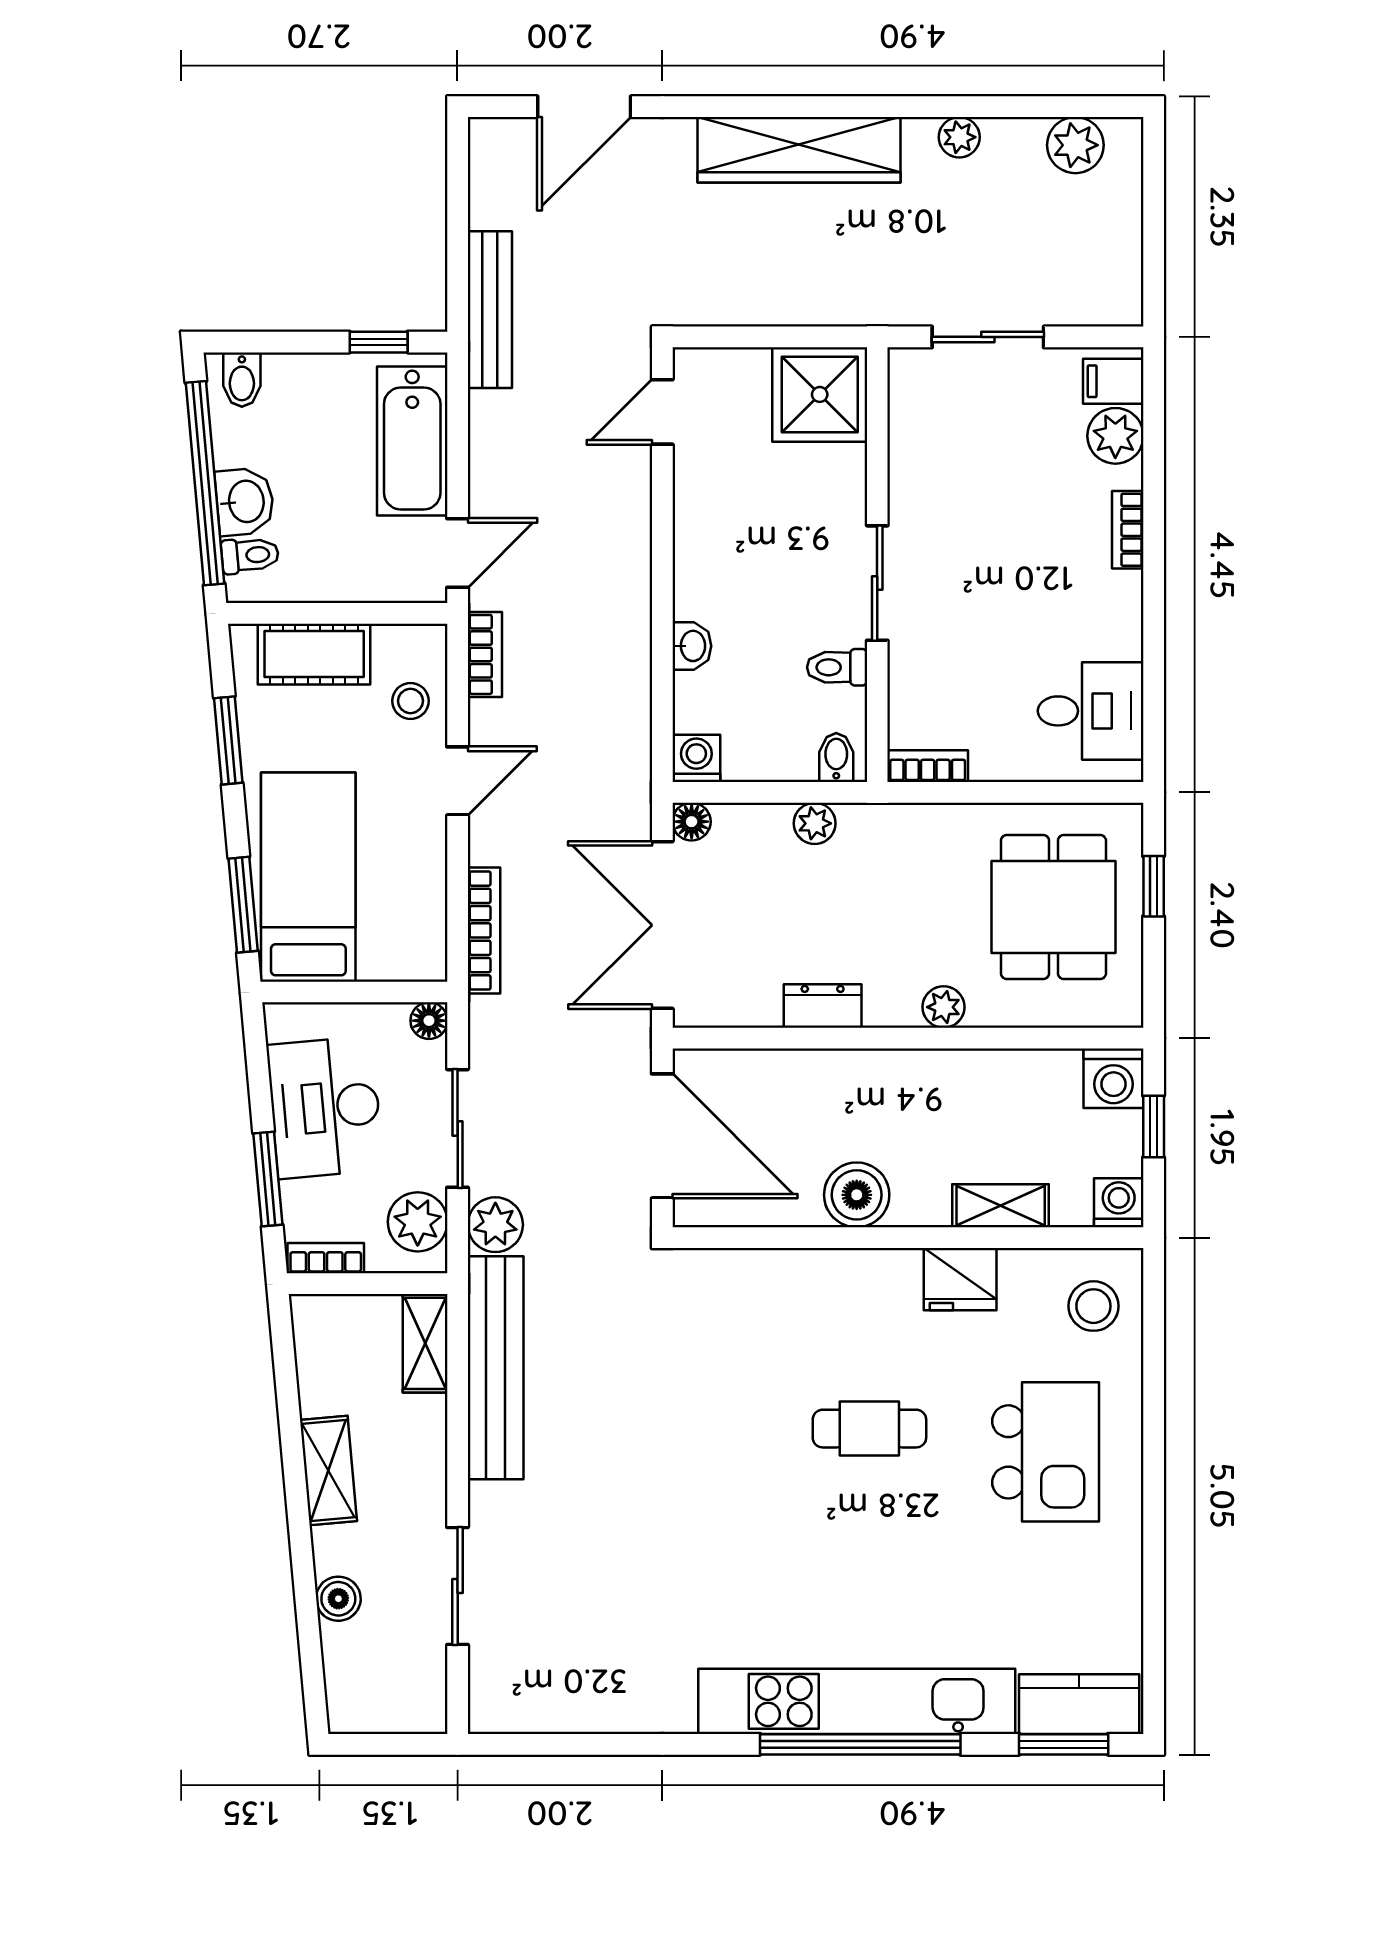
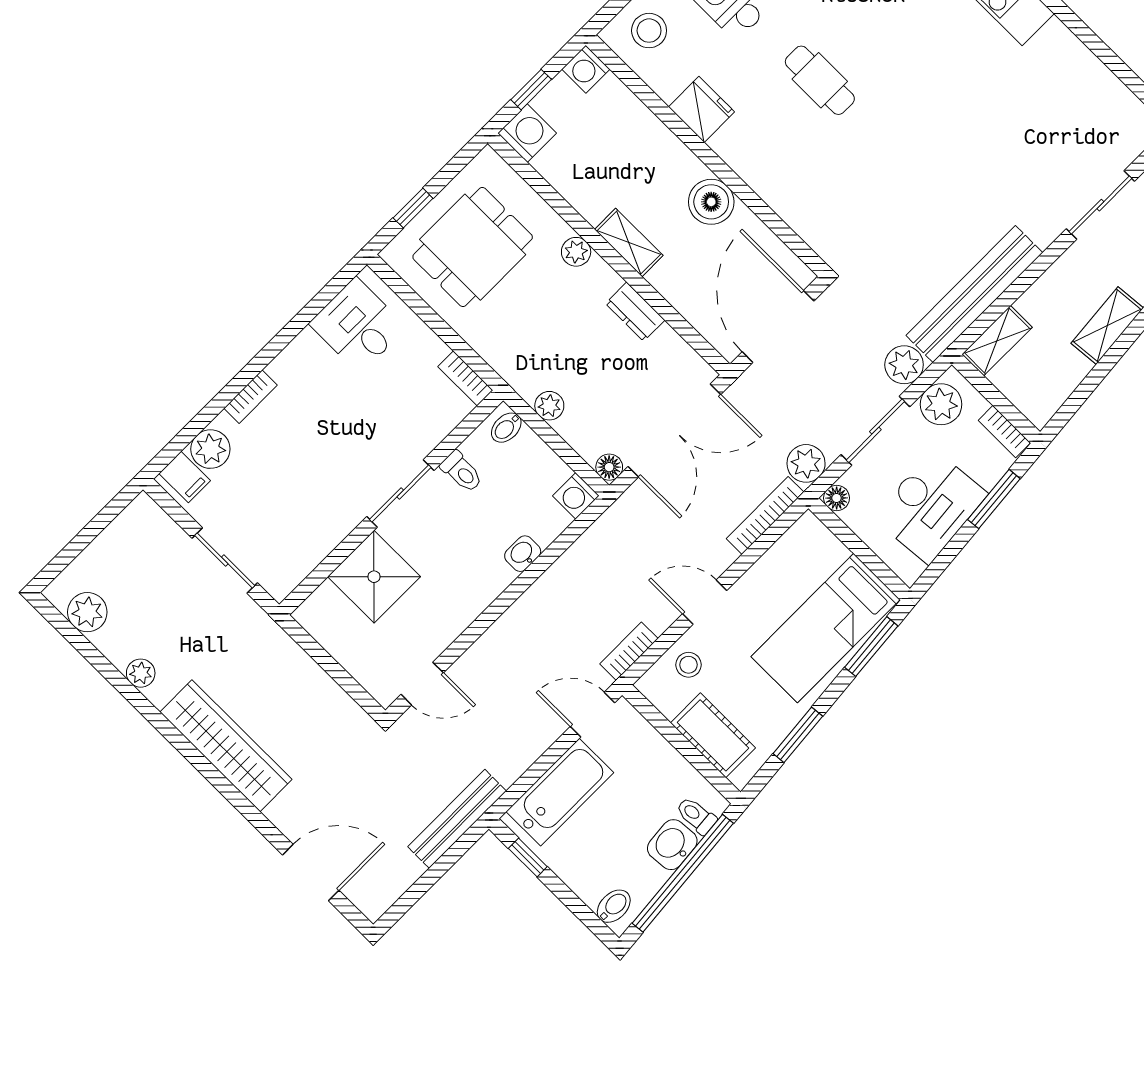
shower: (820, 394) -> (374, 577), moved
plant: (495, 1025) -> (806, 463), added
shelving: (1001, 1206) -> (629, 243), moved

